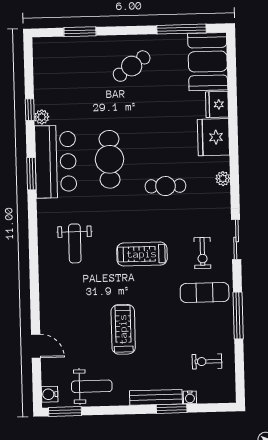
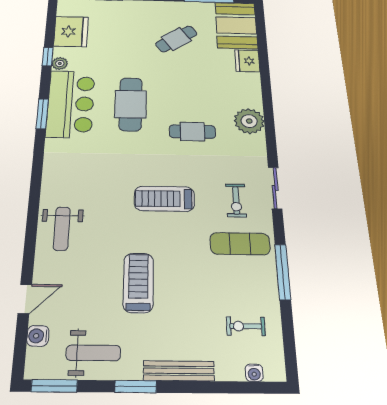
cafe table: (132, 66) -> (176, 39), moved
fridge: (213, 137) -> (71, 32), moved, turned 180
plant: (223, 179) -> (249, 121), width x1.88, depth x1.88
weight bench: (75, 243) -> (62, 229), moved
door: (36, 346) -> (25, 299), hinge flipped
water cooler: (50, 394) -> (38, 336), moved
water cooler: (190, 397) -> (254, 373), moved
window: (172, 409) -> (136, 387), moved

